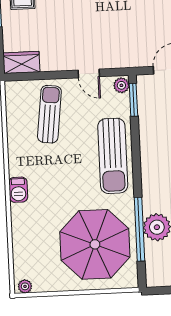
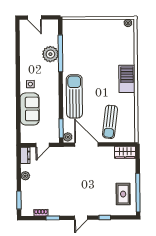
door: (89, 73) -> (86, 145), width x1.87
barbecue: (18, 190) -> (127, 79), width x1.88, depth x1.53
parasol: (95, 244) -> (87, 46), removed

